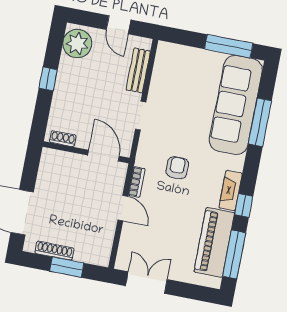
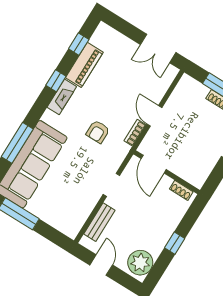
piano: (214, 242) -> (84, 65), width x0.73, depth x0.75
window: (234, 254) -> (79, 44), width x0.46

